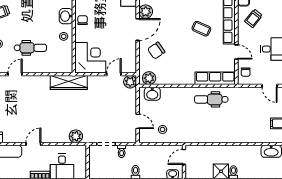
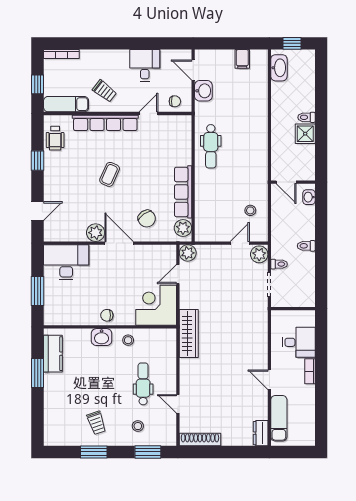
coffee table: (201, 29) -> (110, 174), moved
door: (114, 74) -> (178, 274), hinge flipped
row of seats: (215, 78) -> (183, 192), moved
door: (270, 86) -> (193, 70), swing flipped
washbasin: (152, 94) -> (203, 91), moved
plant: (76, 136) -> (259, 254), moved

